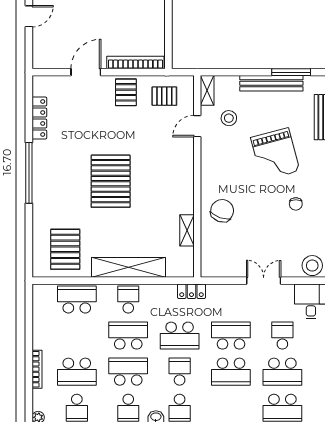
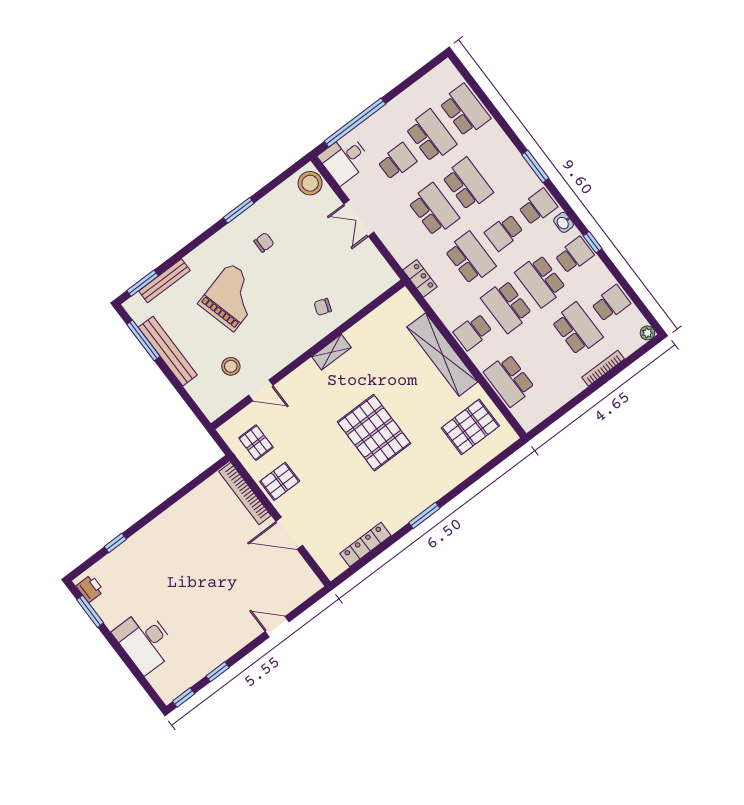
shelving: (207, 90) -> (220, 406), removed
window: (29, 173) -> (424, 515), width x0.47
pallet: (111, 181) -> (374, 433), turned 90
chair: (222, 211) -> (323, 307), width x0.54, depth x0.54
shelving: (187, 230) -> (331, 352), moved
school desk: (231, 336) -> (434, 210), turned 180
school desk: (282, 336) -> (397, 161), turned 180

